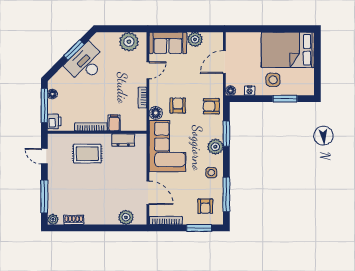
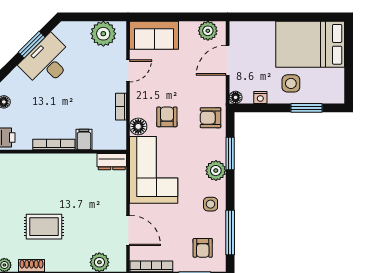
plant: (195, 39) -> (208, 31), moved
dresser: (123, 140) -> (112, 162), moved
rug: (87, 154) -> (44, 227), moved

